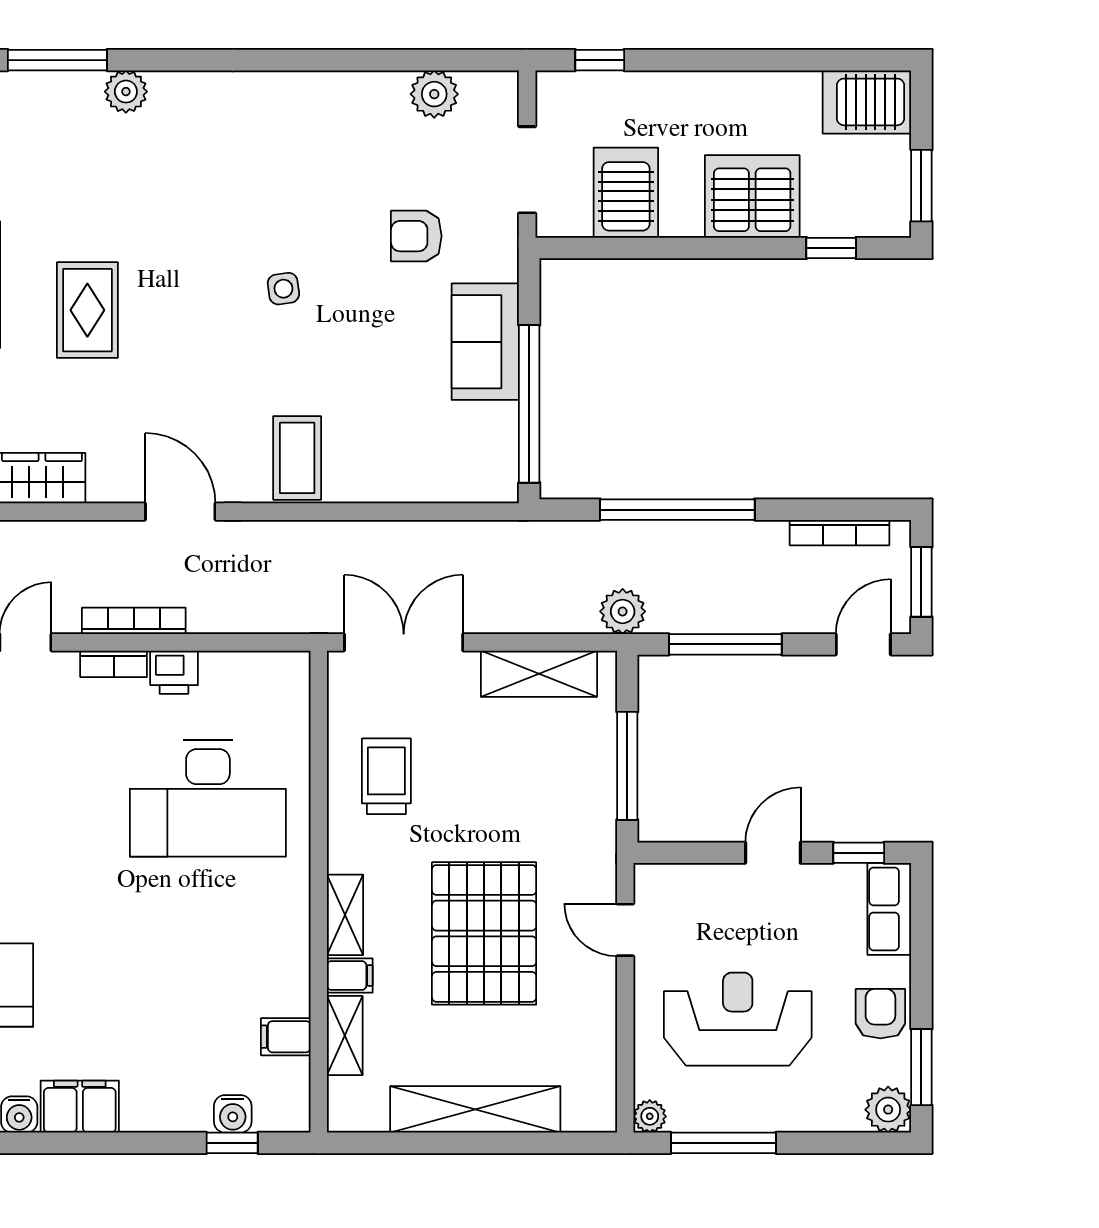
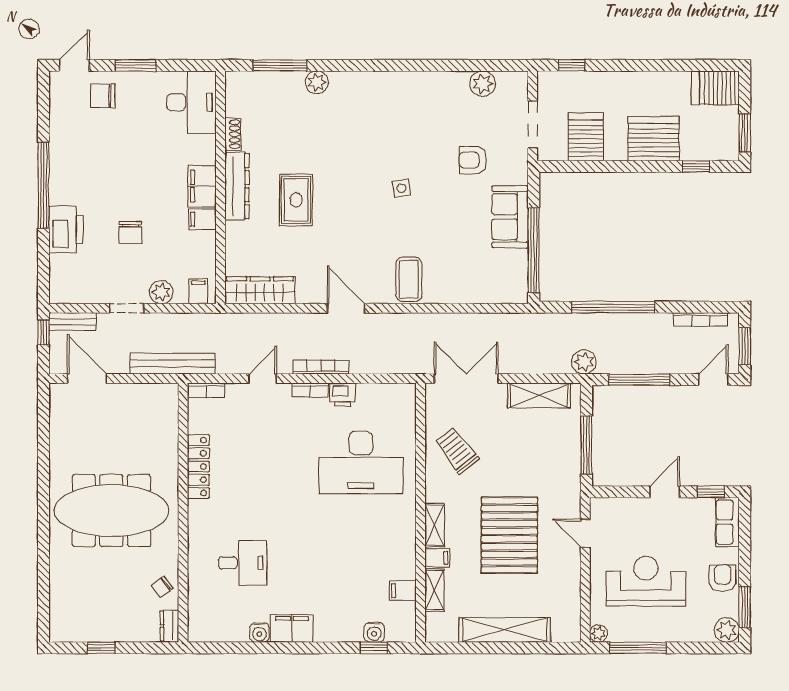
trolley: (386, 776) -> (457, 451), turned -38

